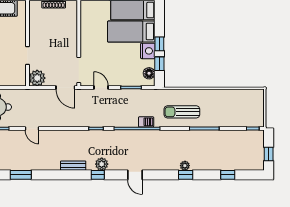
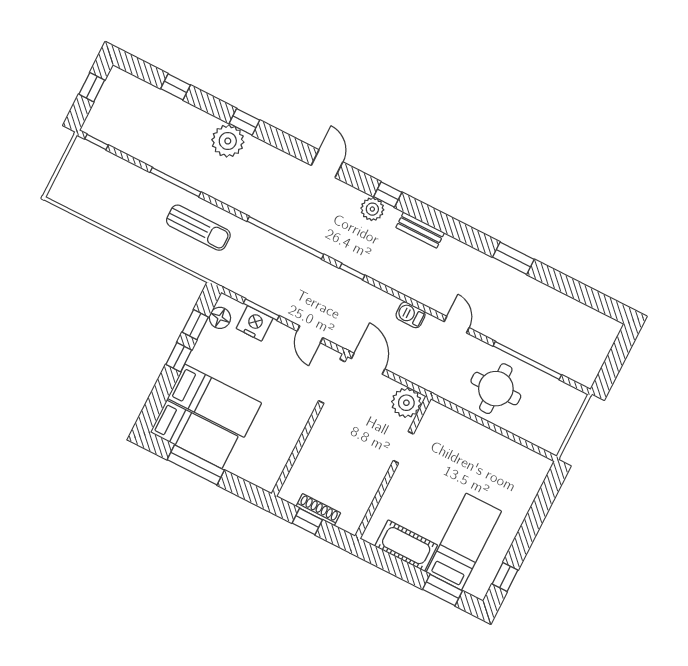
nightstand: (148, 51) -> (255, 323), moved, turned 90
barbecue: (146, 122) -> (411, 315), moved
plant: (185, 166) -> (228, 141), width x1.87, depth x1.87

